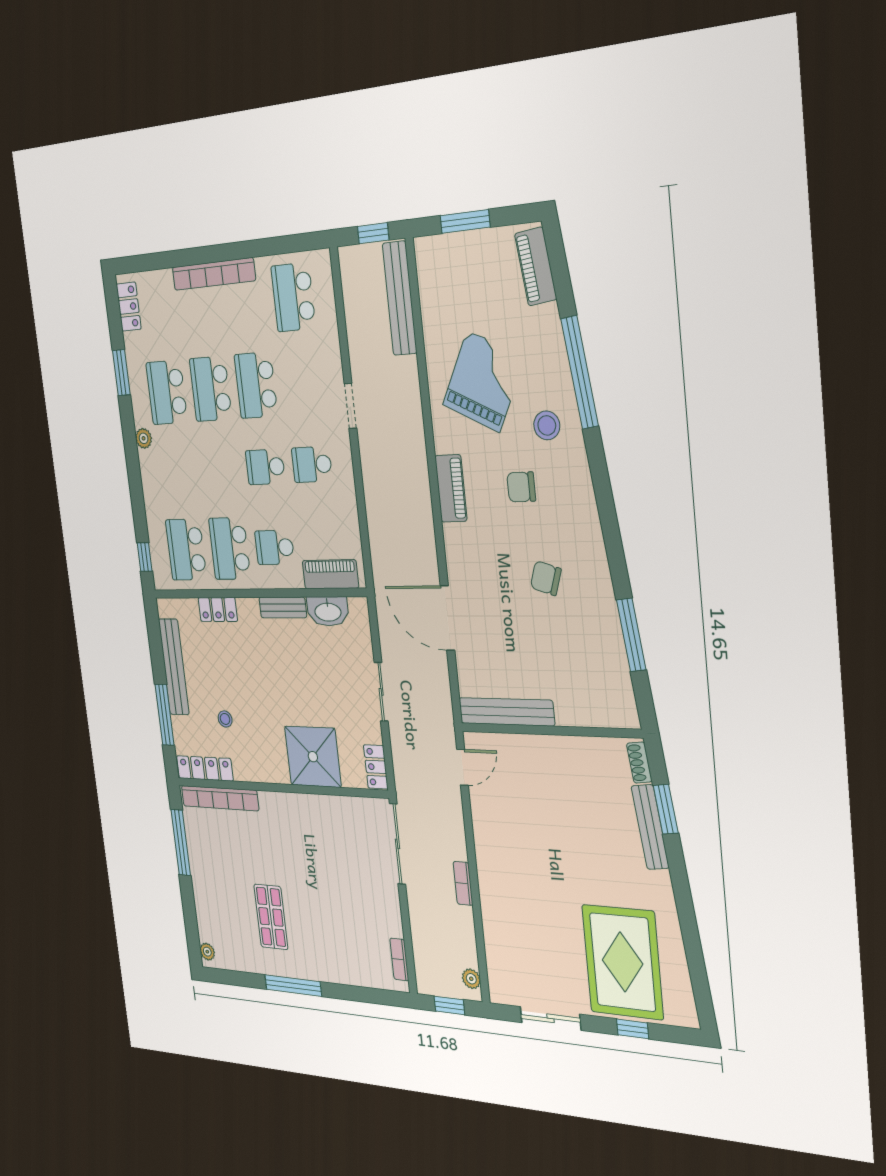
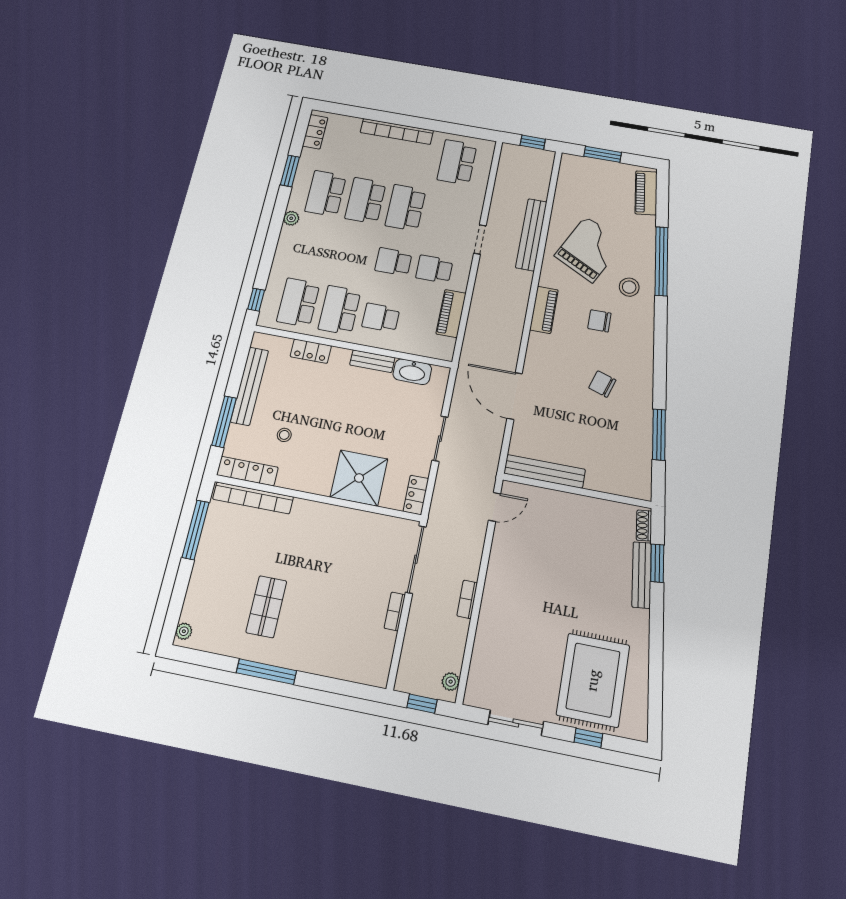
bench: (400, 298) -> (531, 235), moved
piano: (330, 574) -> (451, 313), moved, turned -90
bookcase: (399, 959) -> (395, 611), moved

